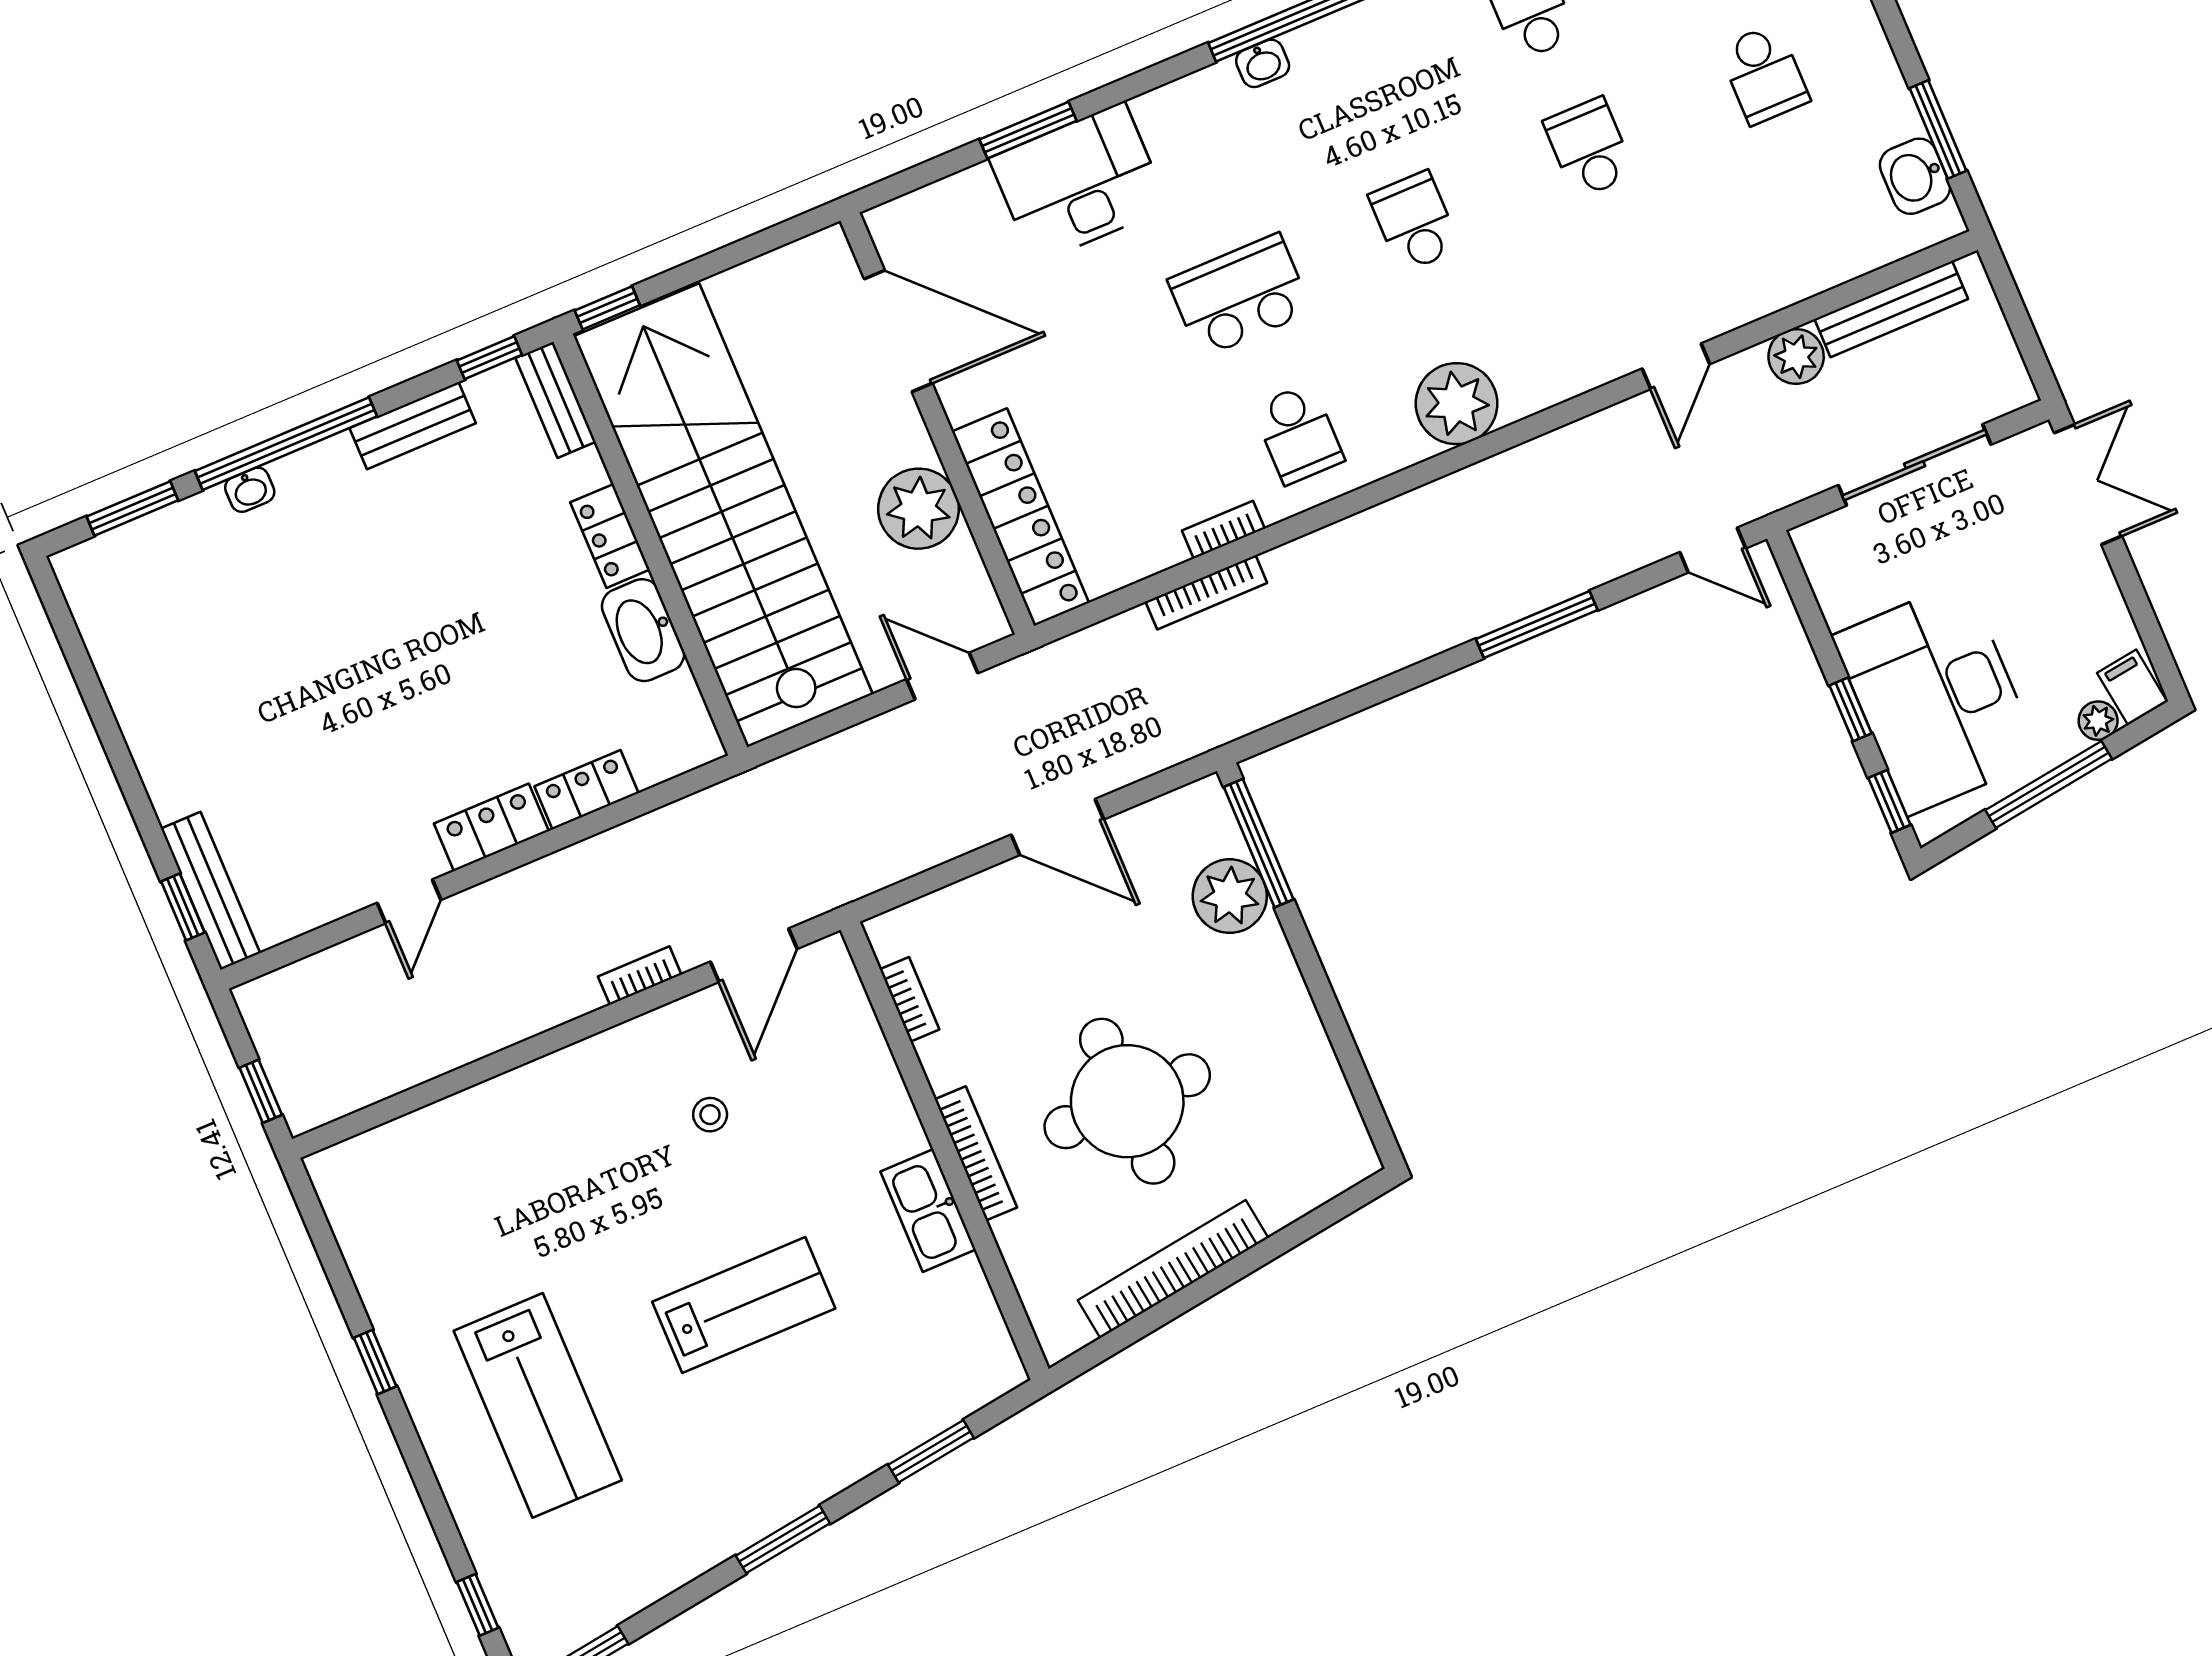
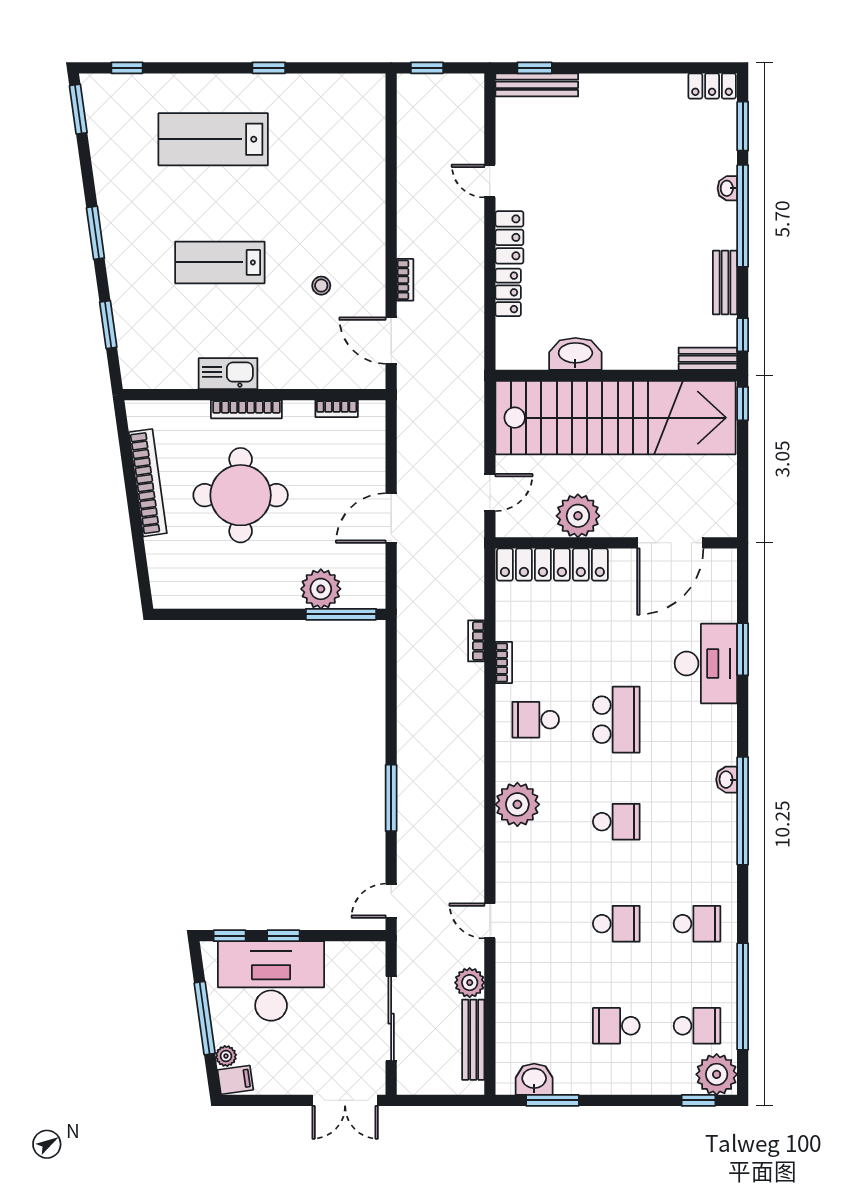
locker: (610, 536) -> (712, 86), moved, turned 180
bookcase: (1206, 592) -> (476, 641), width x0.64
lab bench: (744, 1305) -> (220, 262), turned 90

